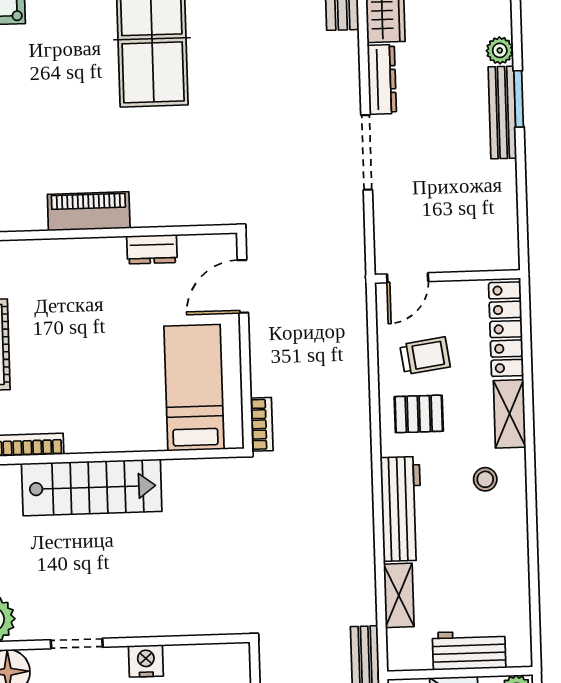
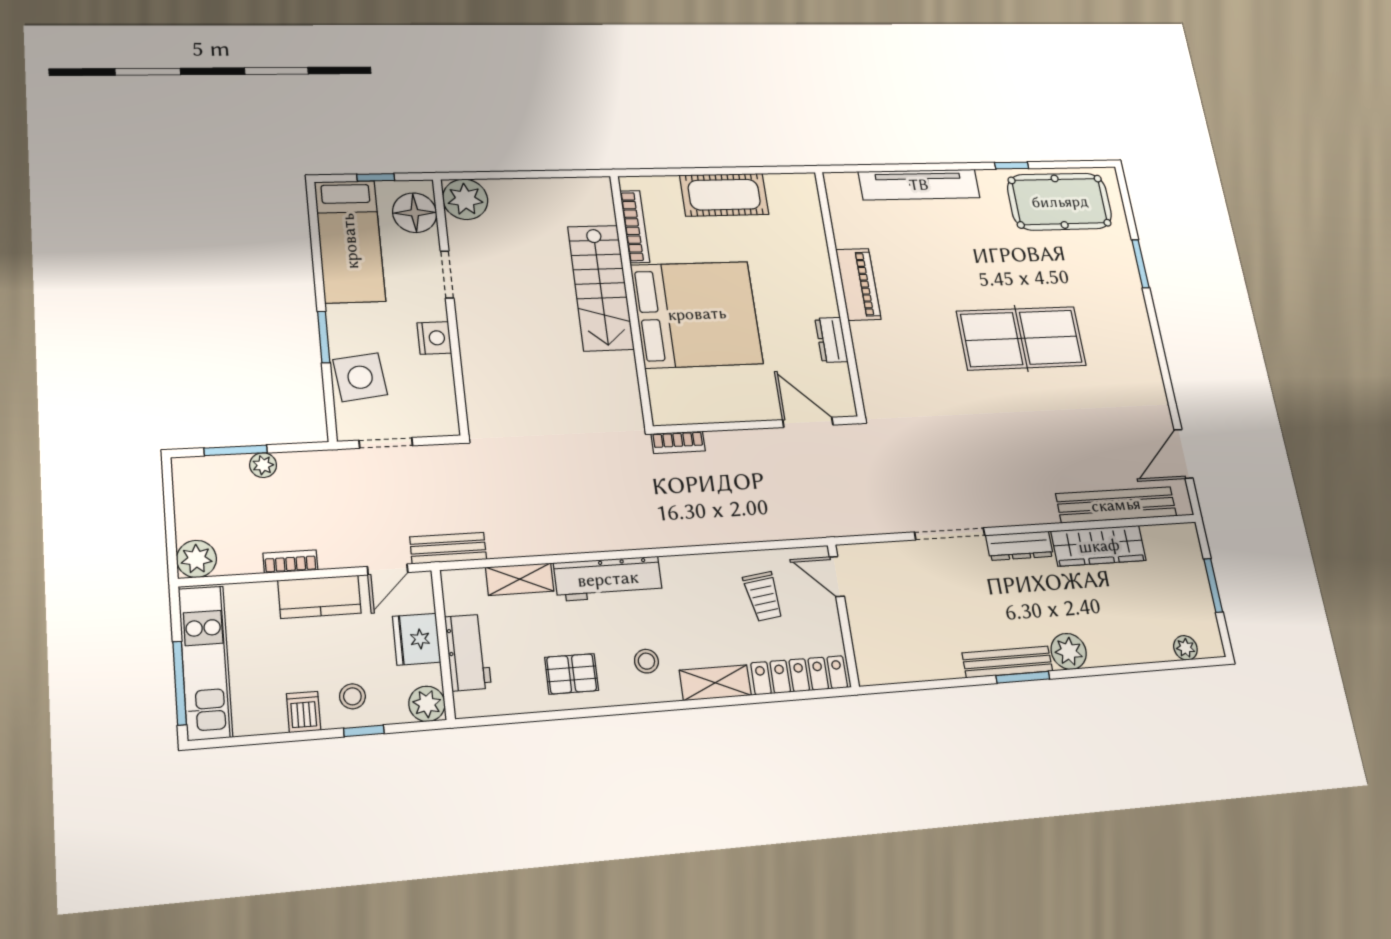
plant: (500, 50) -> (1069, 651), width x1.38, depth x1.38
bed: (194, 388) -> (697, 314), moved, width x2.04
pallet: (419, 414) -> (572, 674), moved, turned 90

